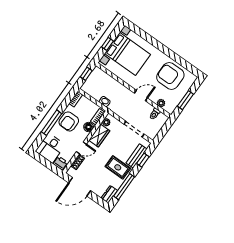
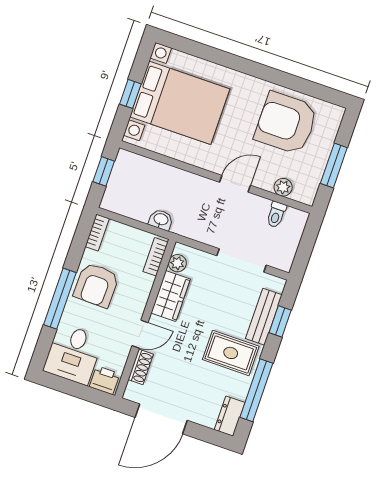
floor lamp: (89, 127) -> (142, 285), removed

